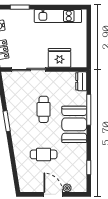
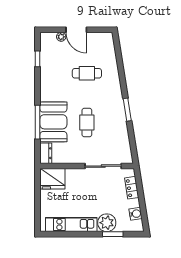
plant: (25, 18) -> (107, 223), added
fridge: (60, 58) -> (53, 179), moved
booth: (74, 124) -> (53, 122), moved

